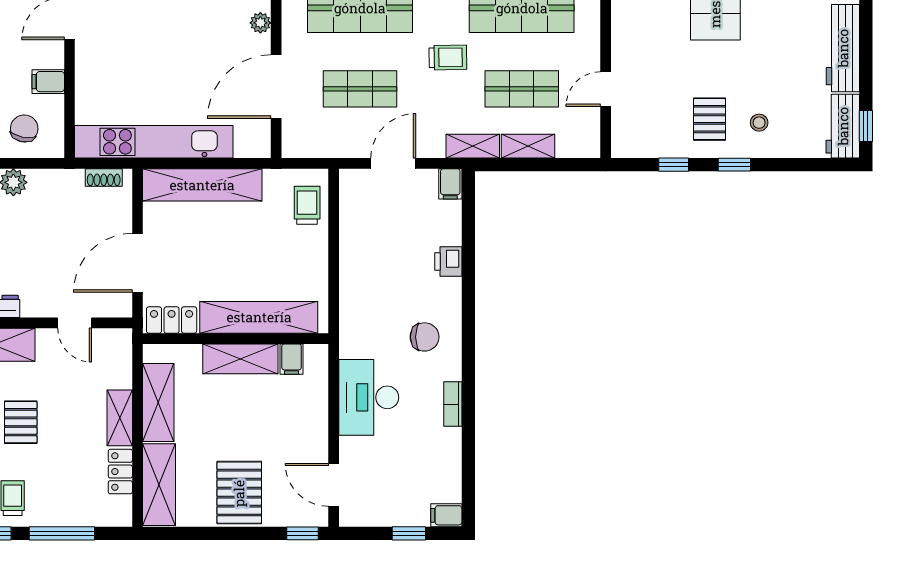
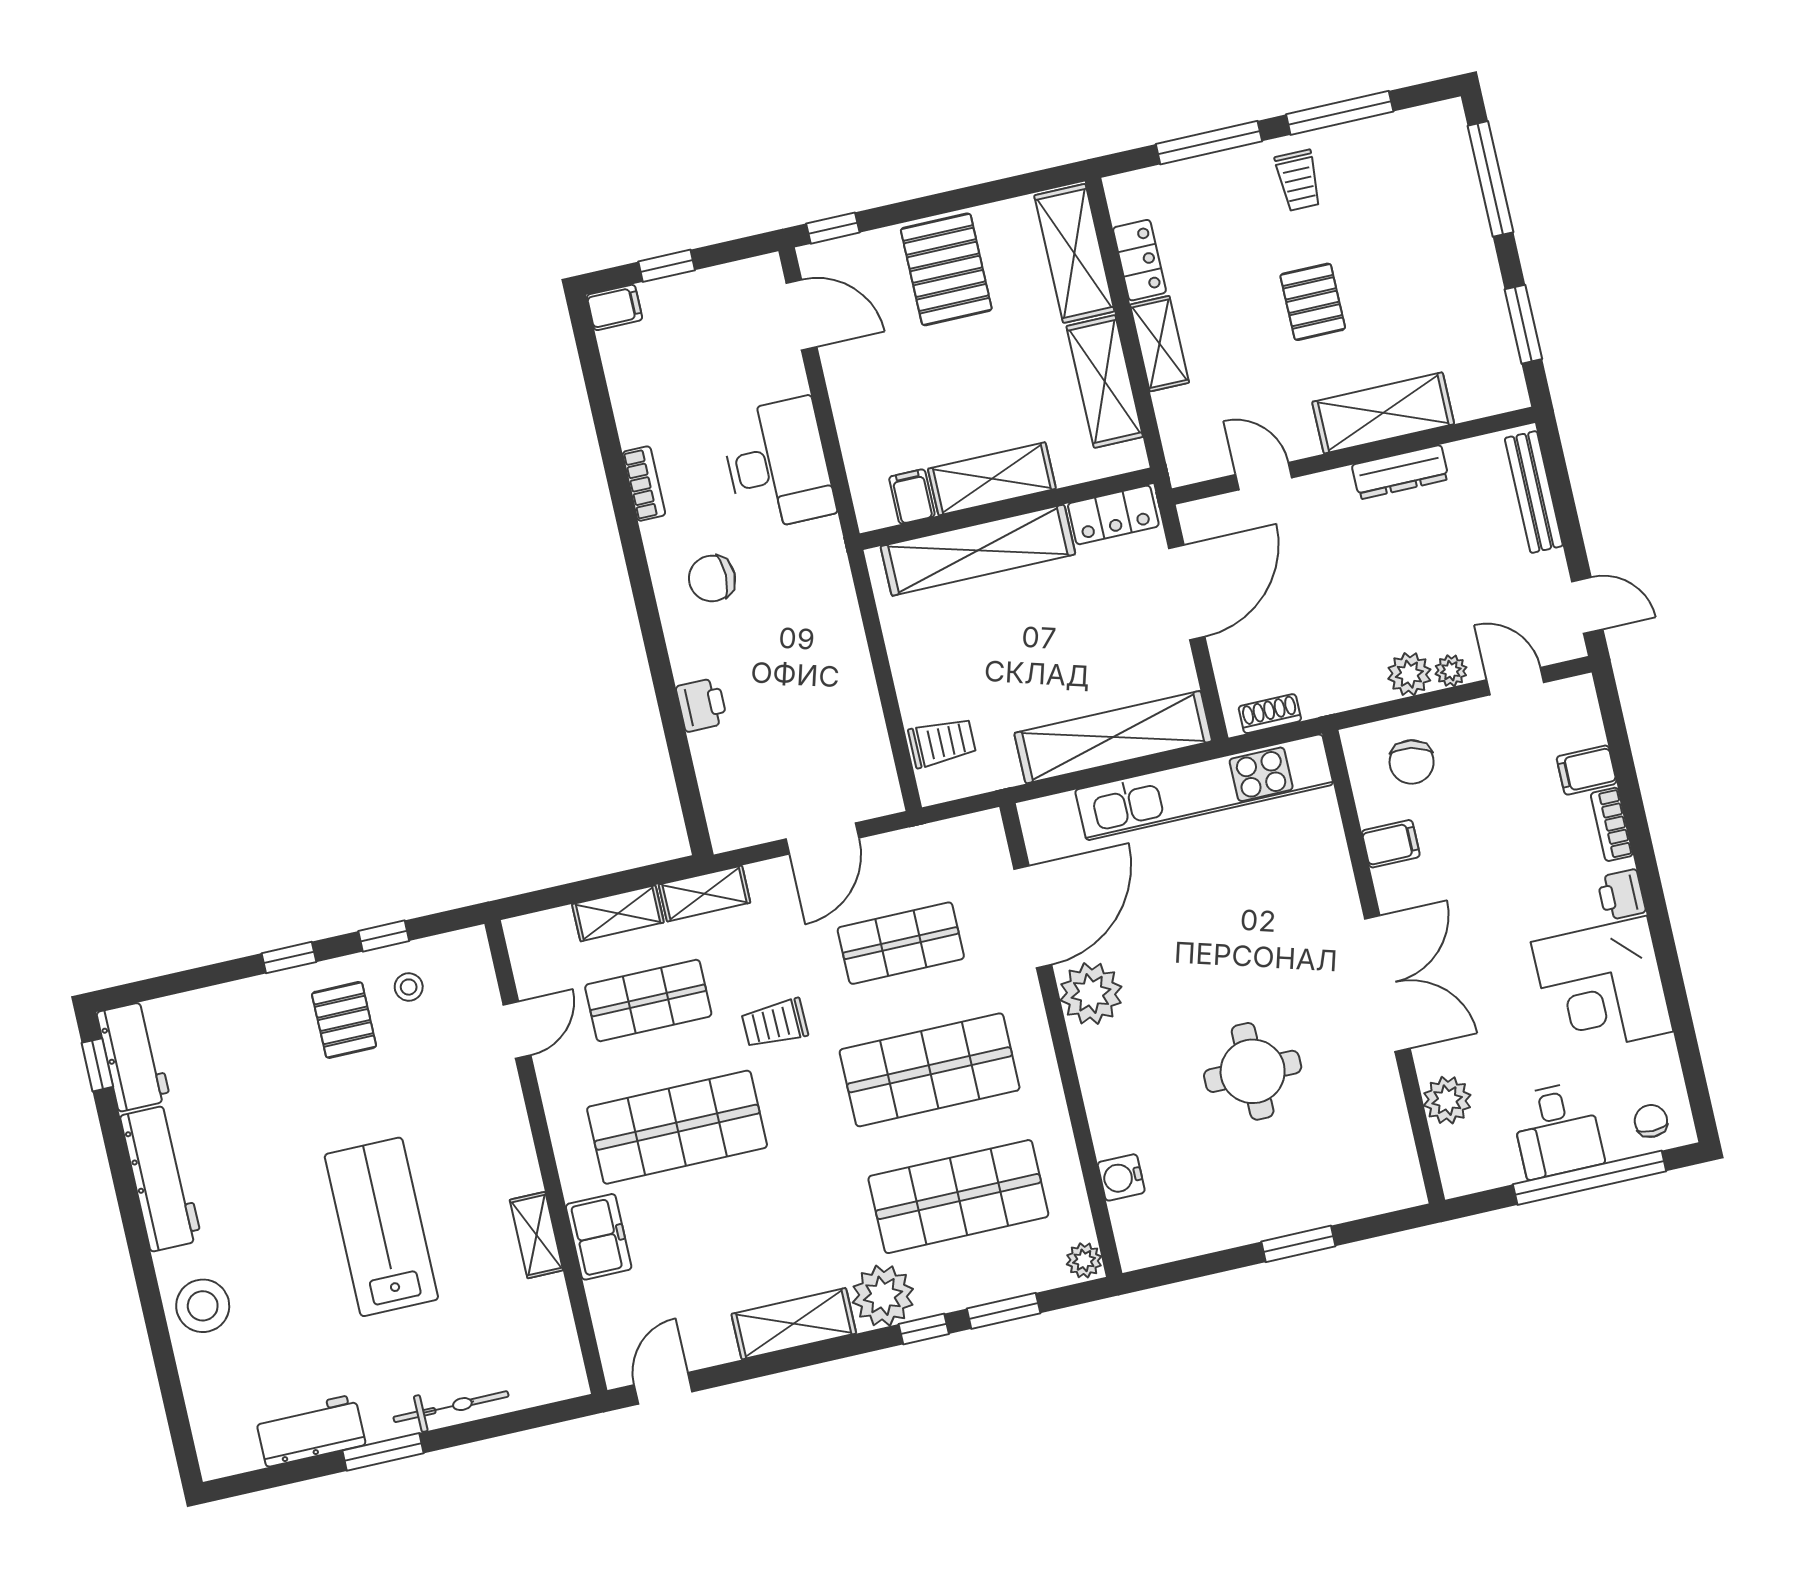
plant: (260, 23) -> (1091, 994), width x1.88, depth x1.88
stool: (759, 123) -> (409, 987), moved
filing cabinet: (450, 184) -> (726, 827), removed
trolley: (307, 205) -> (942, 742), turned -90

